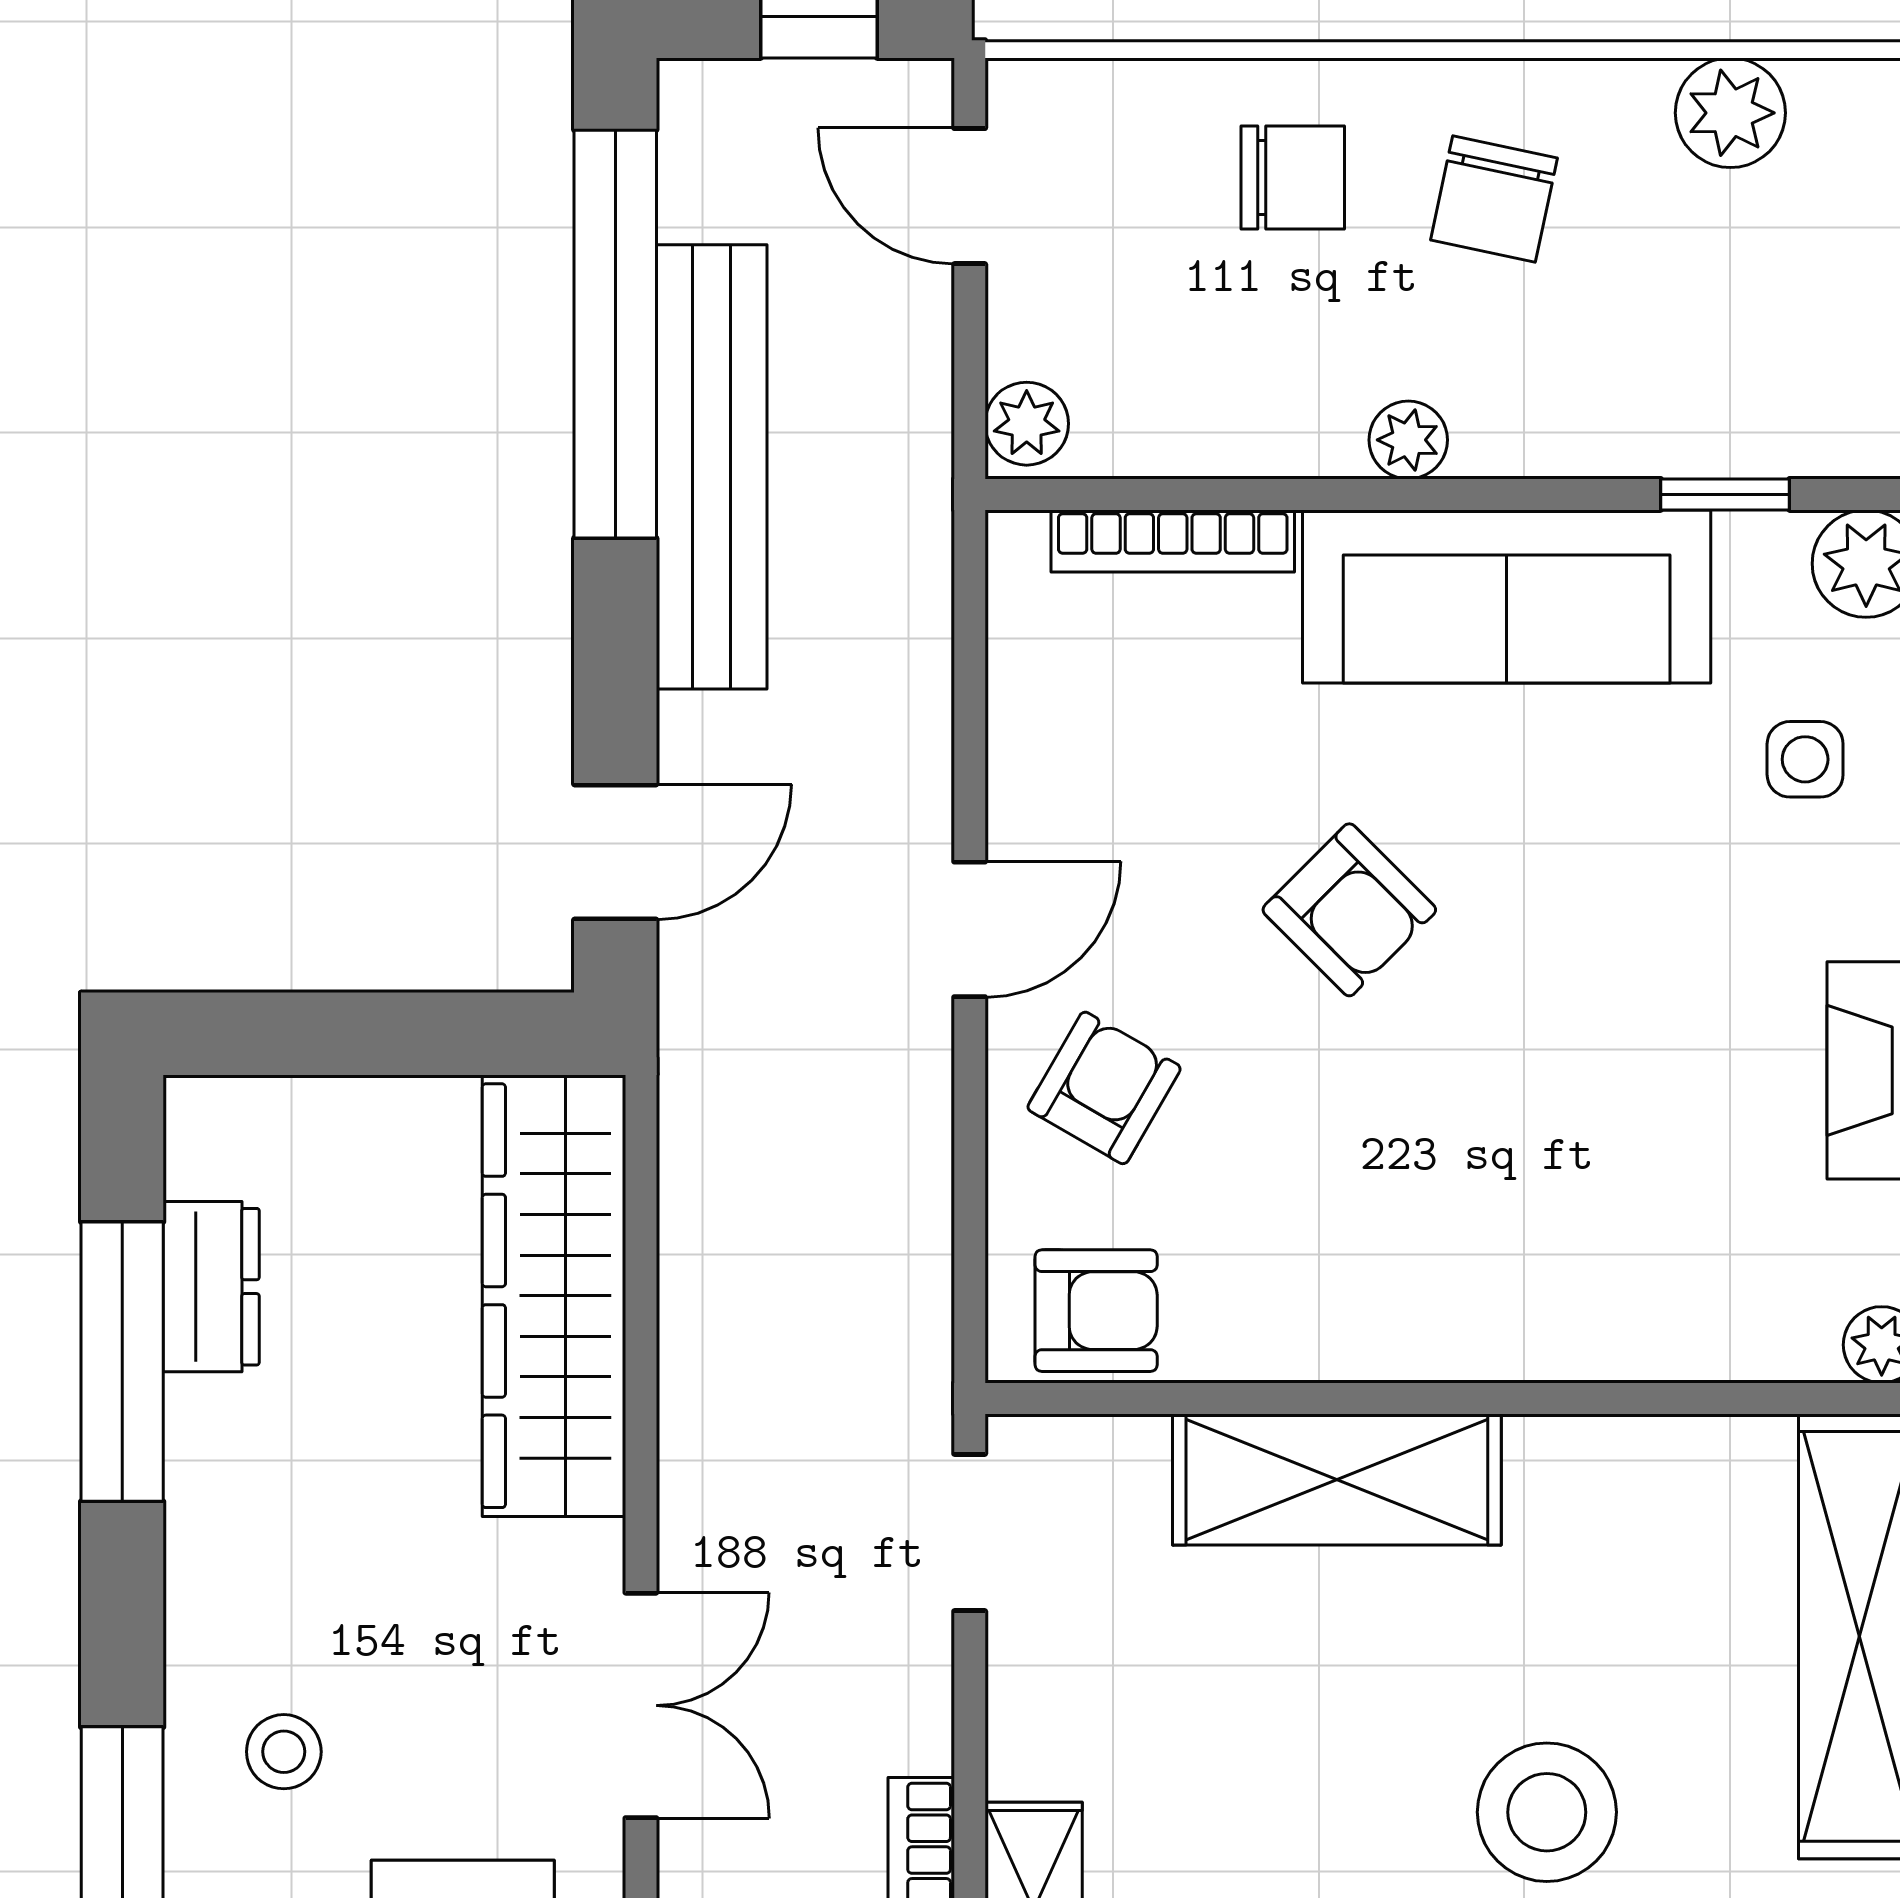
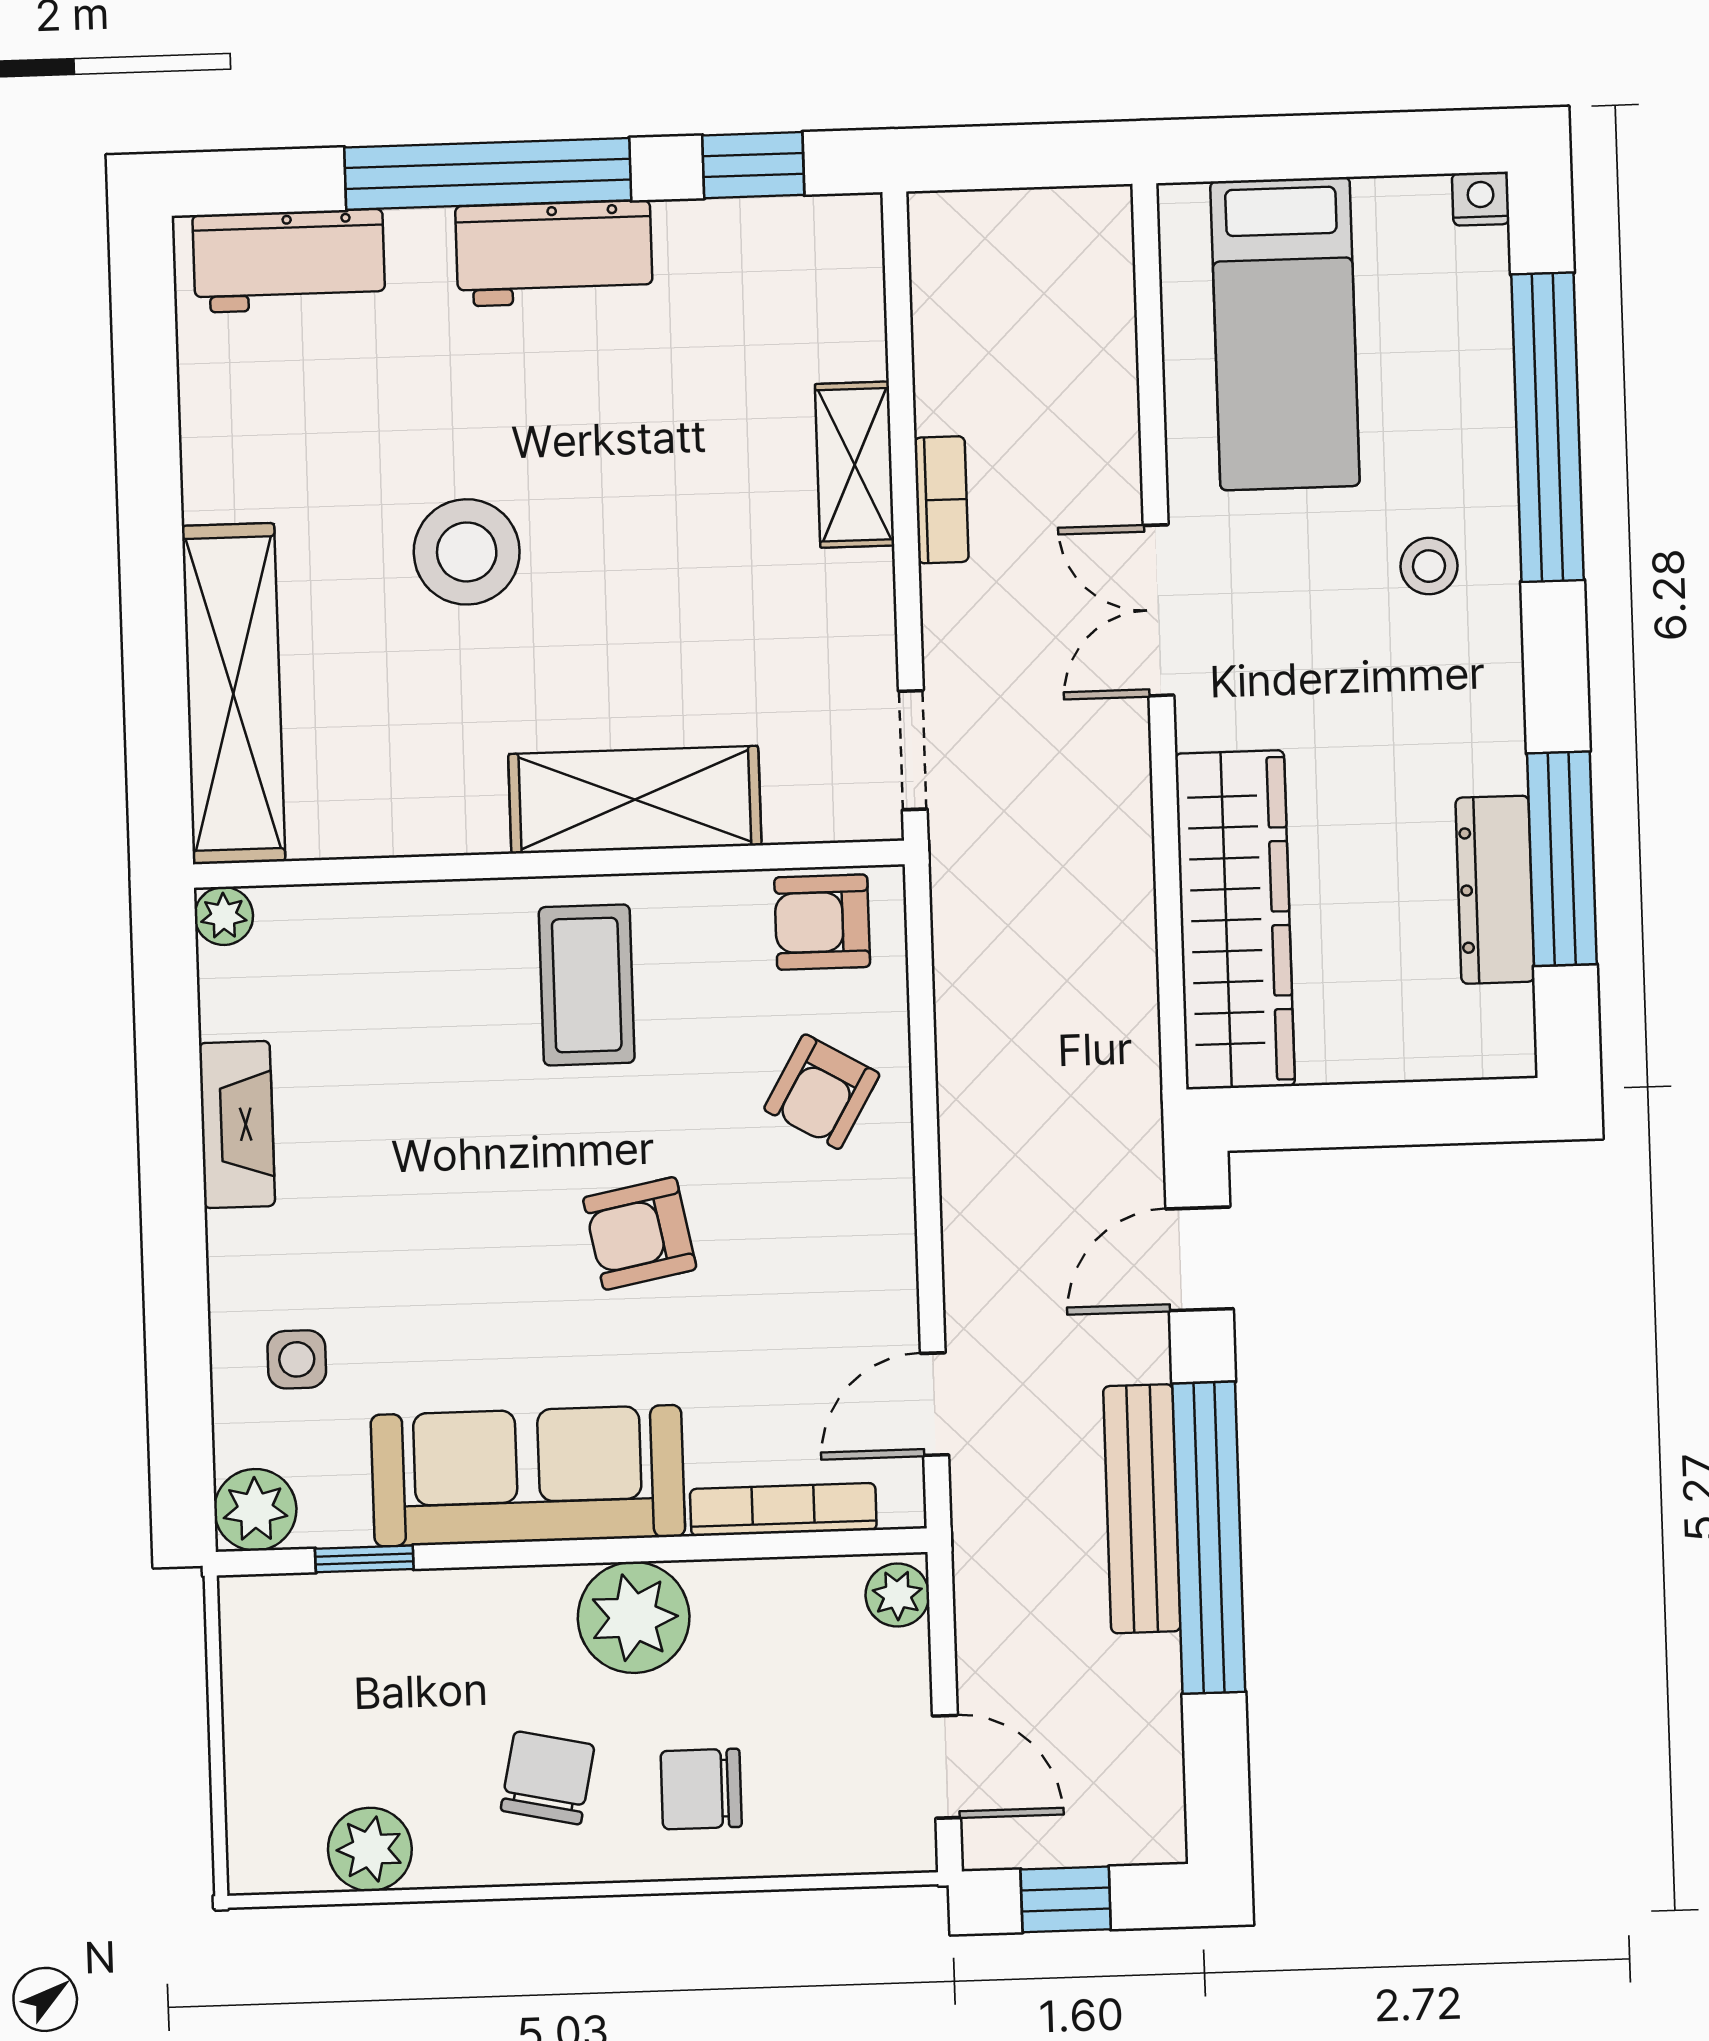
window: (615, 334) -> (1209, 1538), moved
plant: (1408, 440) -> (634, 1617), width x1.88, depth x1.88
bench: (712, 467) -> (1142, 1509), width x0.73, depth x0.82
armchair: (1349, 910) -> (640, 1233), turned -56
door: (970, 929) -> (934, 1404), moved
coffee table: (1408, 1238) -> (587, 985), added
dresser: (211, 1287) -> (1495, 890), width x1.44

